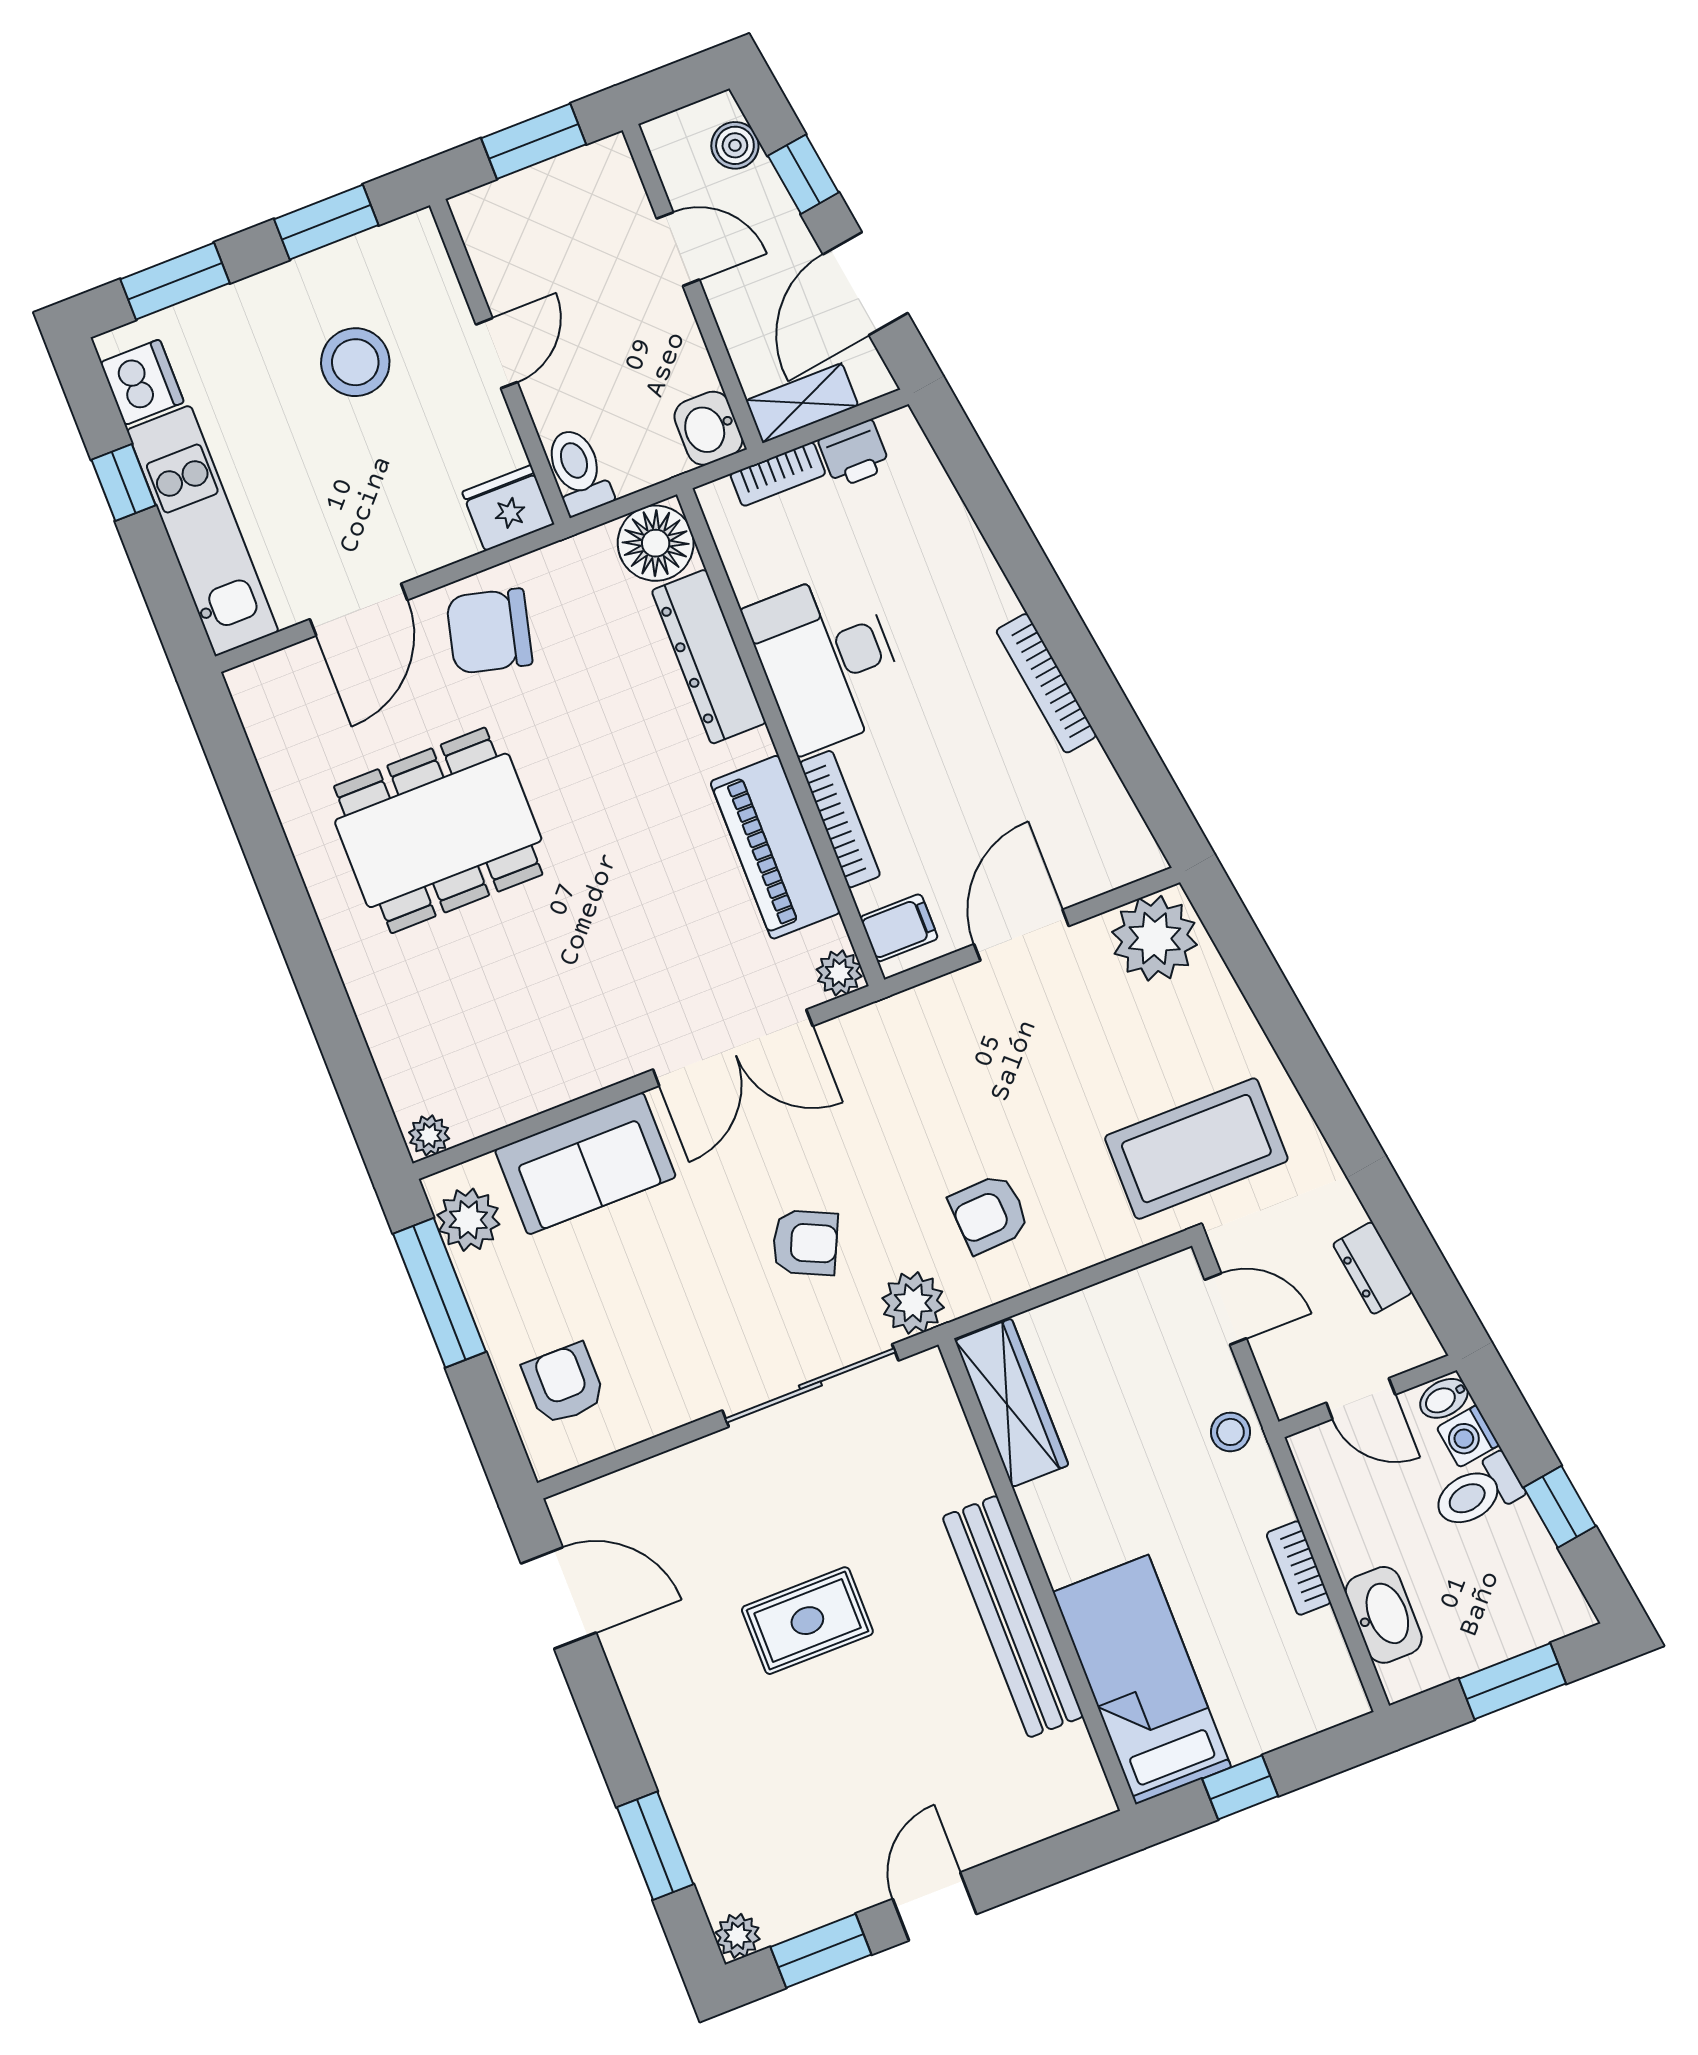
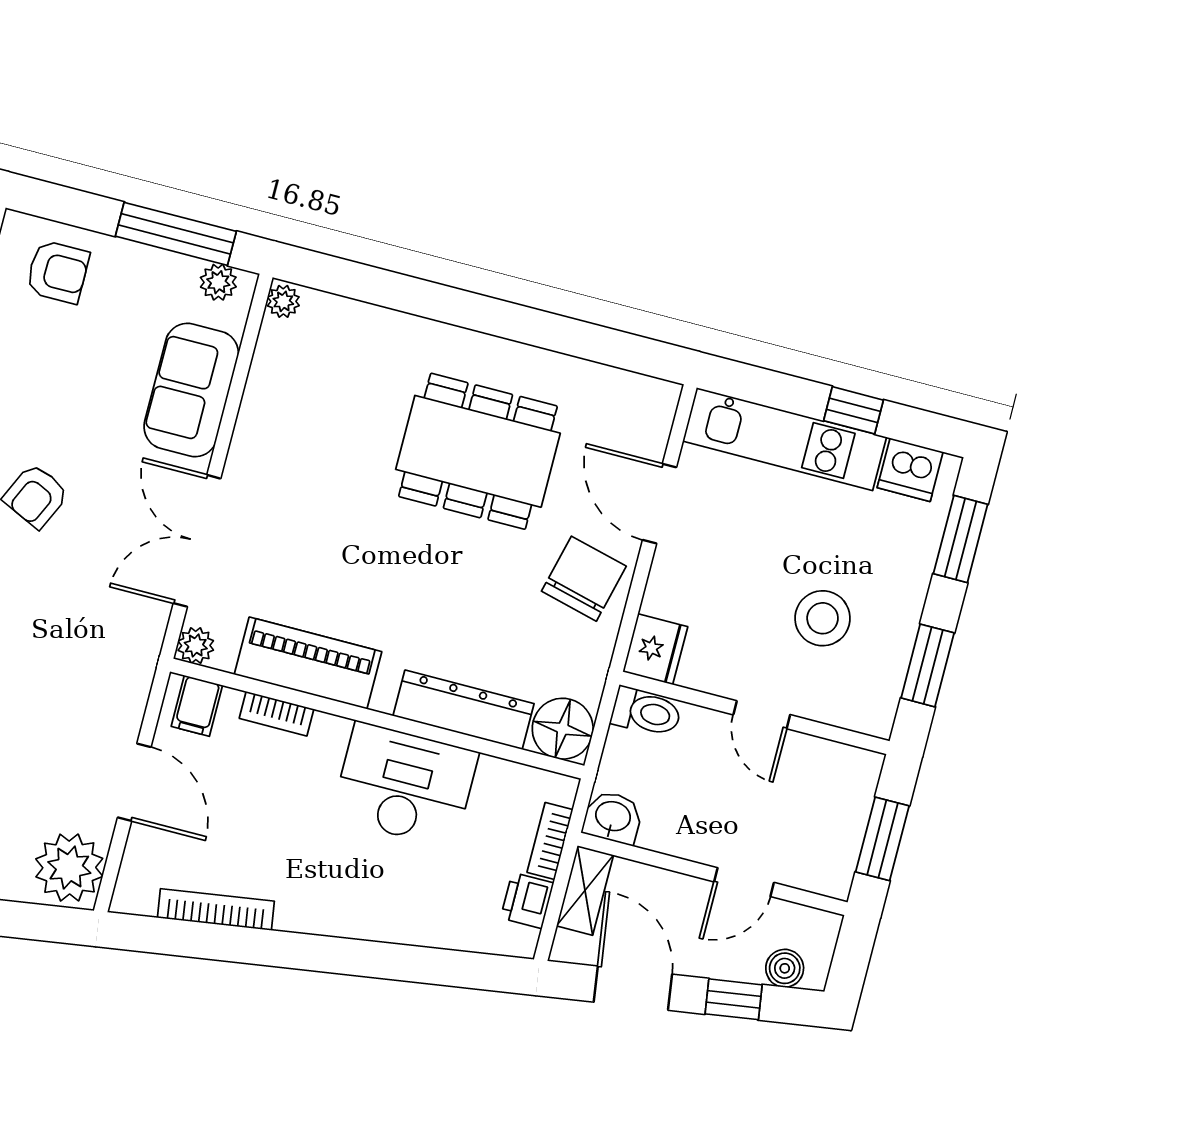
bookcase: (1046, 683) -> (216, 910), moved
bookcase: (840, 819) -> (277, 714), width x0.64
dining table: (438, 830) -> (478, 451), turned 90
plant: (468, 1220) -> (218, 282), width x0.73, depth x0.73

